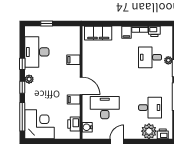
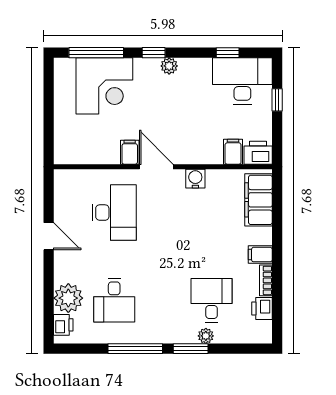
desk: (37, 52) -> (242, 81), moved
filing cabinet: (73, 60) -> (233, 152), moved
window: (22, 64) -> (228, 53), moved
door: (81, 86) -> (156, 167), swing flipped
corner desk: (39, 124) -> (104, 86), moved
printer: (74, 124) -> (258, 153), moved
water cooler: (87, 127) -> (195, 179), moved

